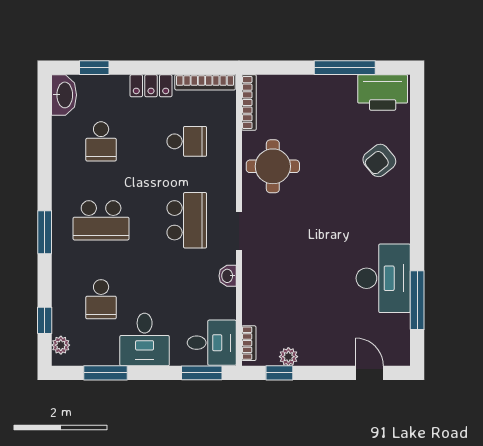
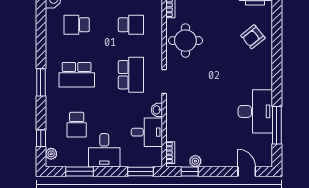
school desk: (101, 141) -> (77, 25), turned 90
desk: (212, 343) -> (147, 132), moved

